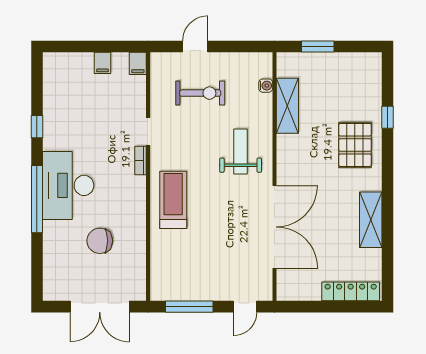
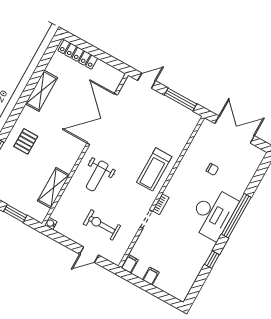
water cooler: (266, 86) -> (51, 223), moved
pallet: (355, 145) -> (26, 141), width x0.67, depth x0.71
chair: (100, 241) -> (212, 169), width x0.54, depth x0.54

